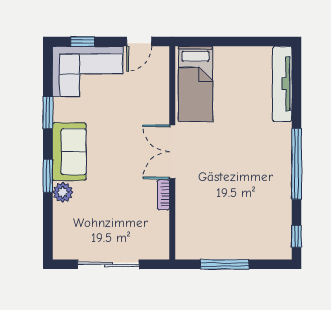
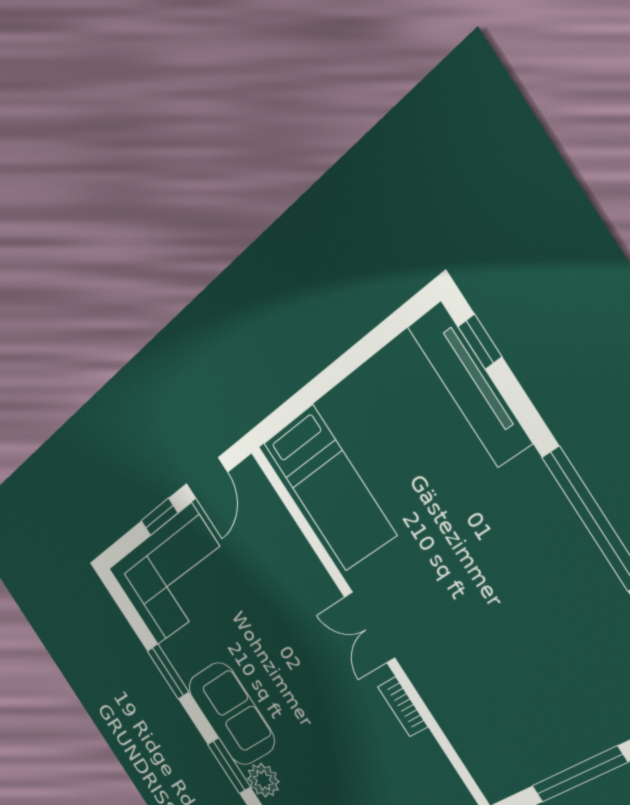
window: (83, 42) -> (159, 517), moved
window: (297, 71) -> (480, 342), added
double door: (172, 152) -> (370, 627), width x0.73

